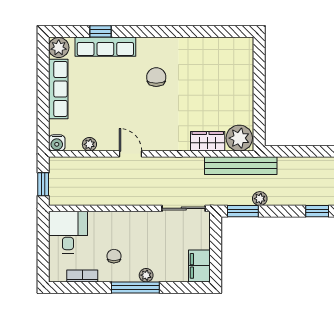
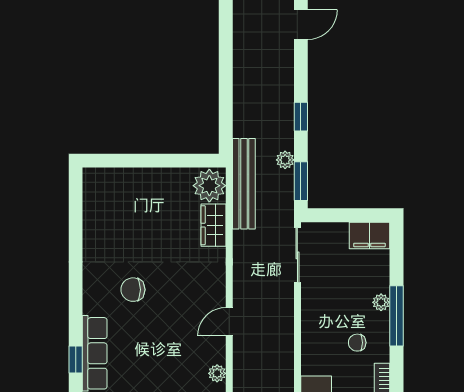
window: (317, 211) -> (301, 117), moved

